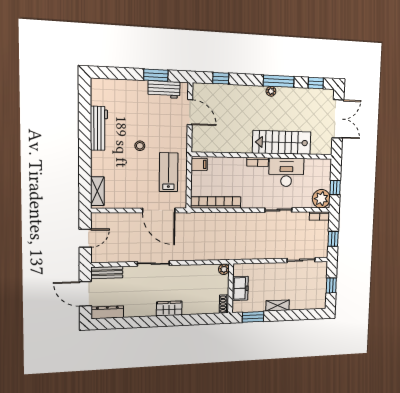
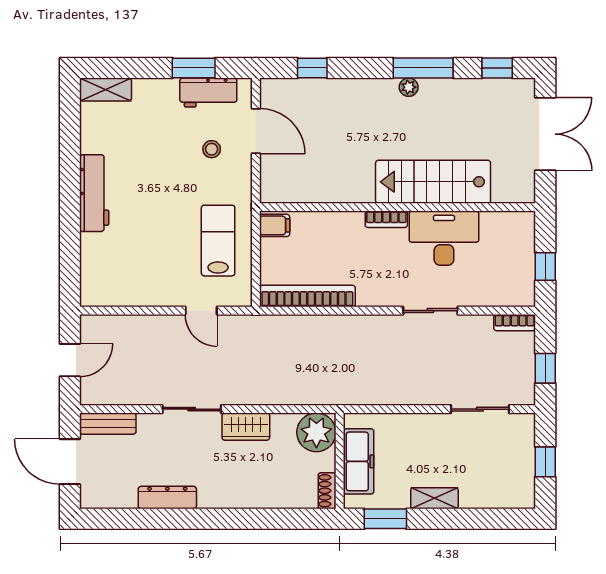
workbench: (99, 128) -> (94, 193), moved
stool: (140, 146) -> (212, 149), moved
shelving: (97, 191) -> (106, 89), moved, turned 90
plant: (321, 199) -> (517, 289), removed
door: (159, 210) -> (201, 311), width x0.53
plant: (224, 269) -> (316, 432), width x1.87, depth x1.87
freezer: (240, 288) -> (358, 461), width x1.40
wardrobe: (169, 308) -> (246, 427), moved, turned 180
dresser: (107, 312) -> (167, 498), moved

